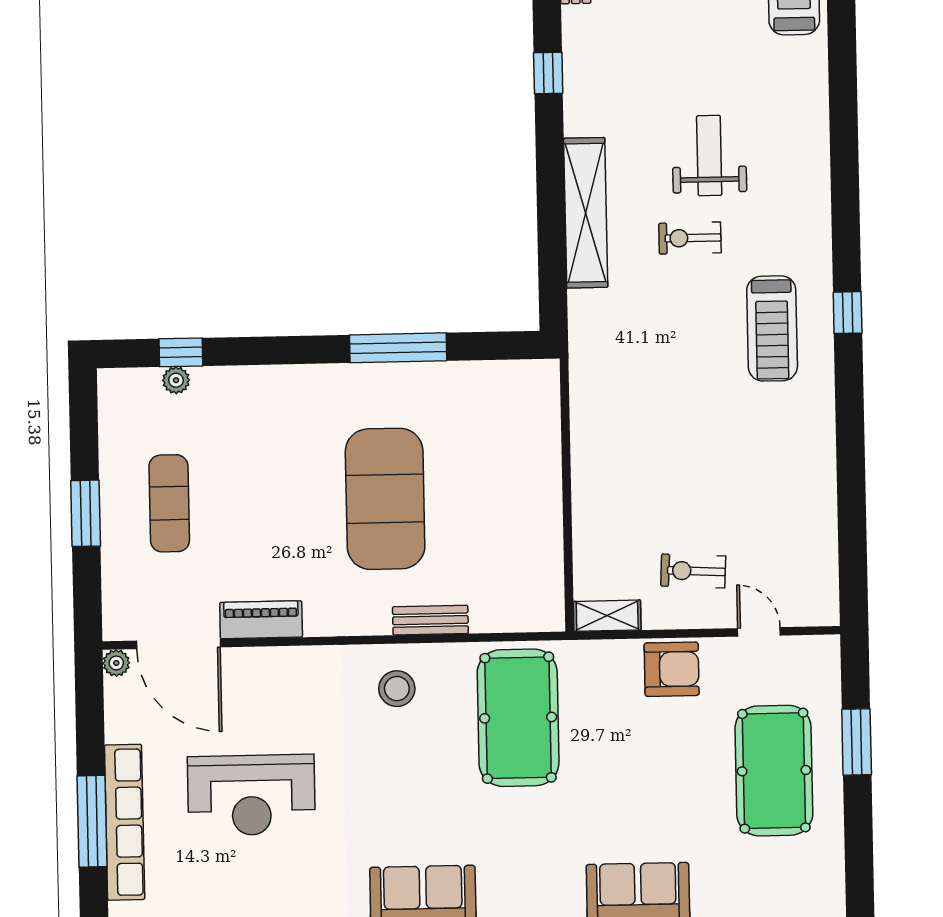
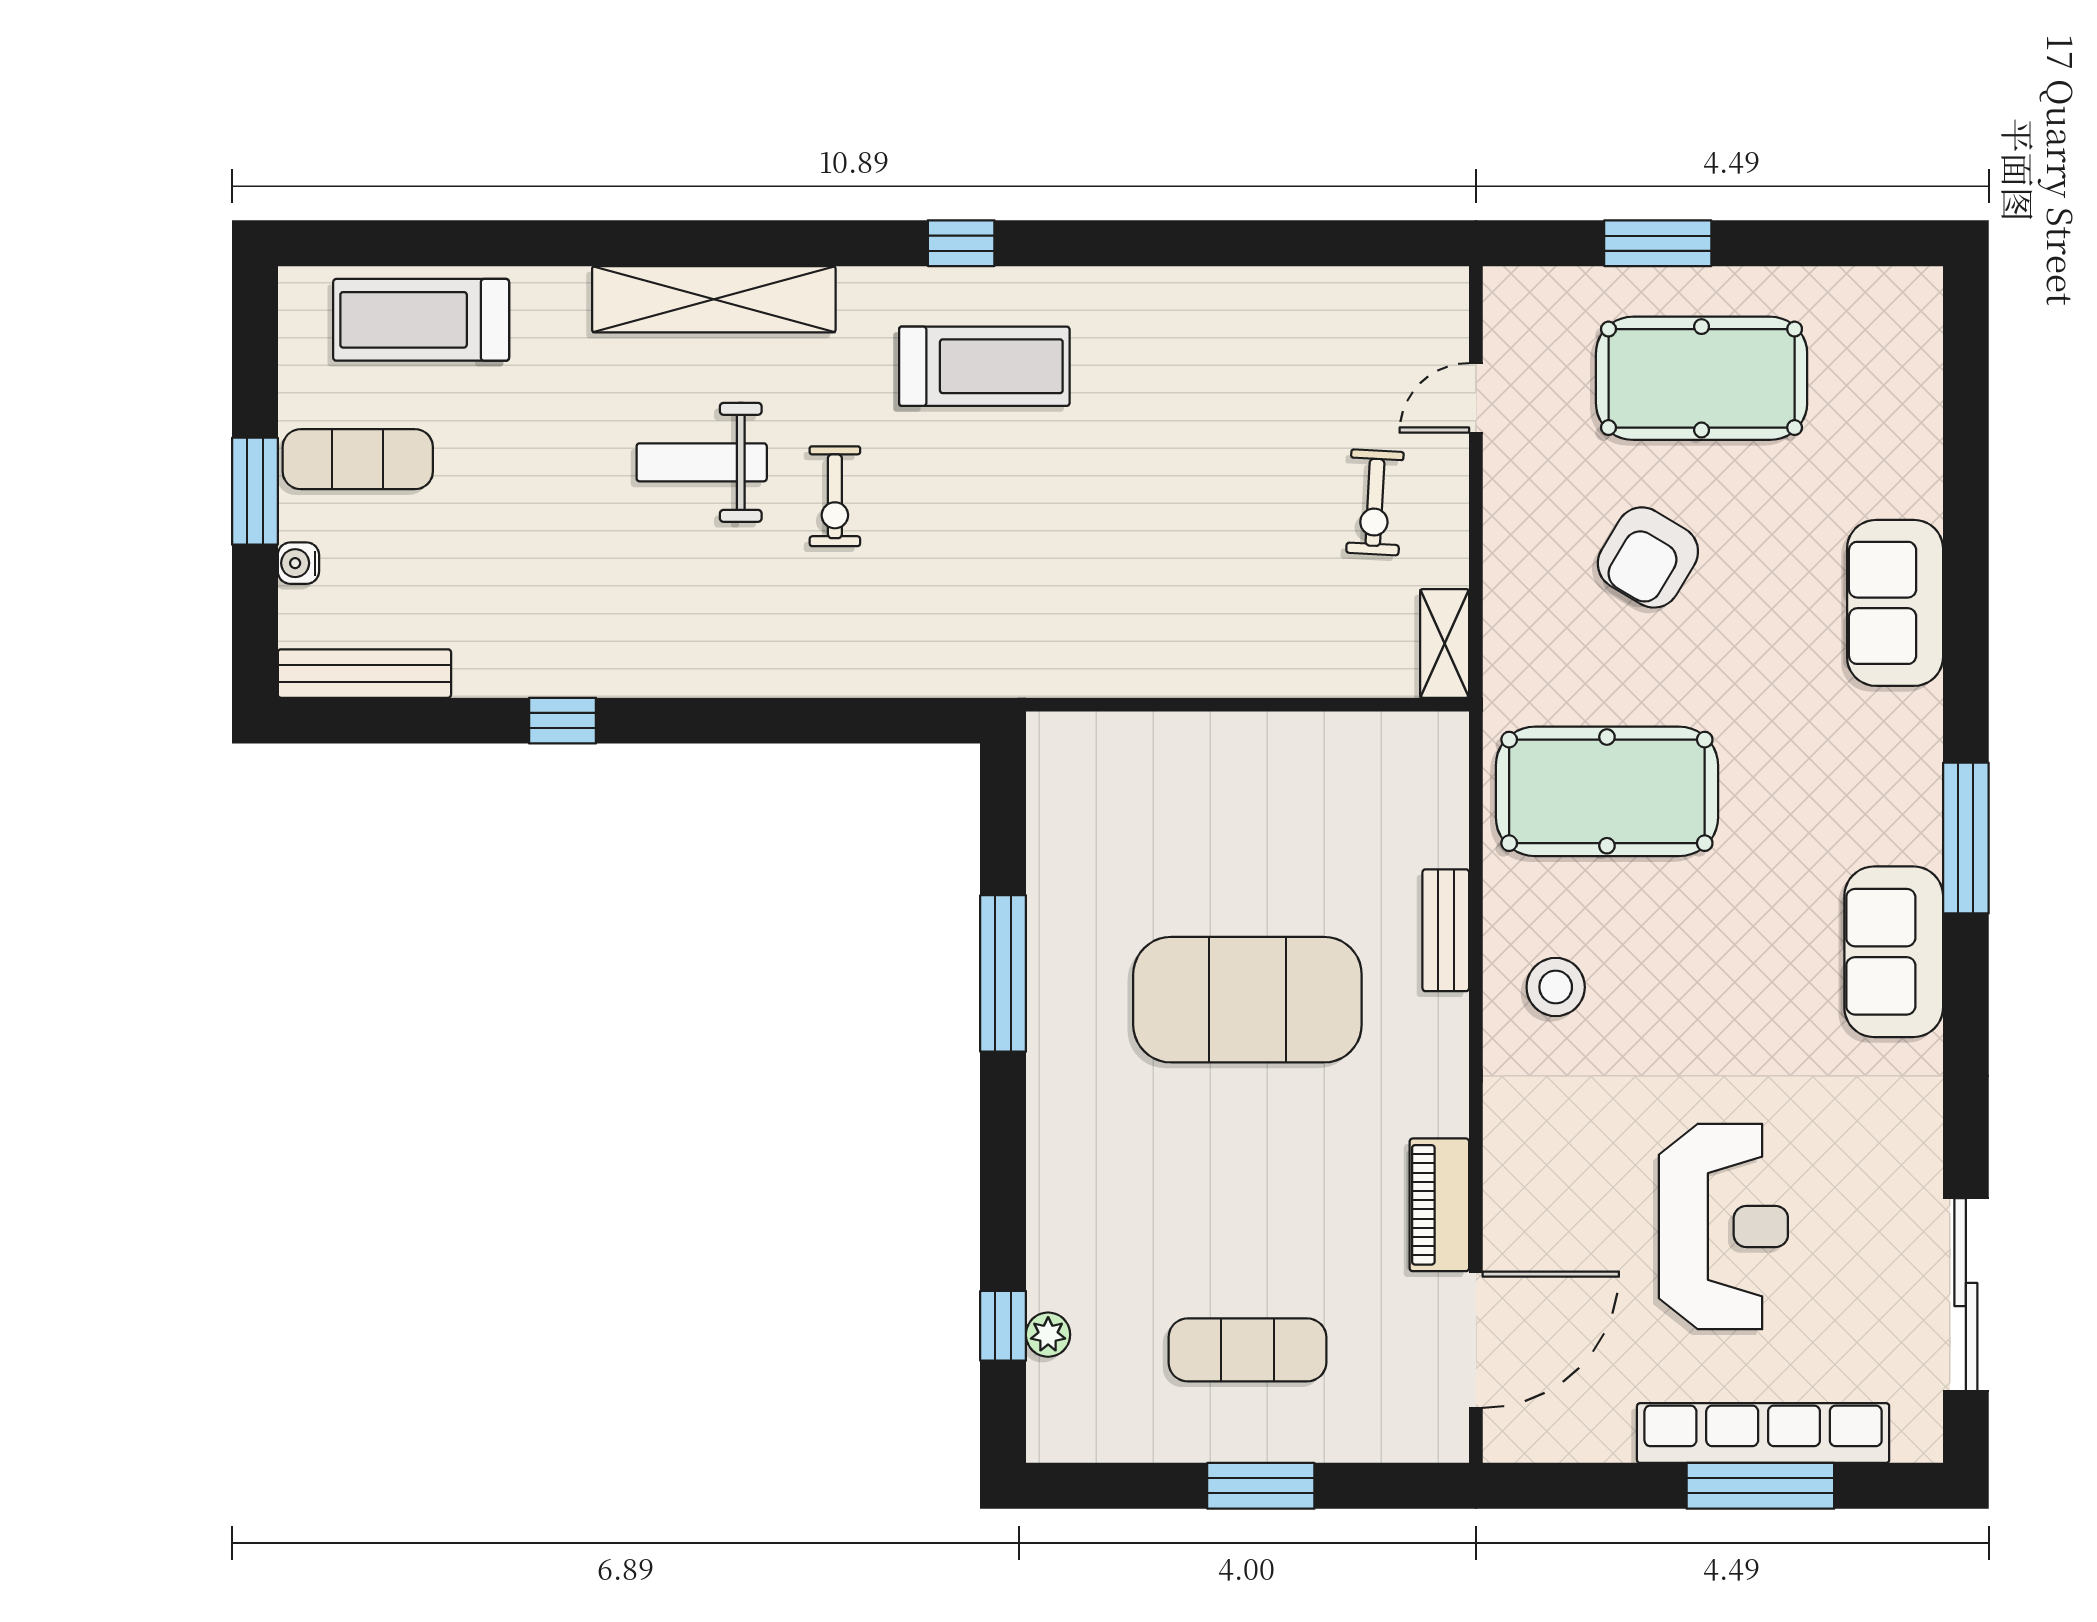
shelving: (586, 213) -> (714, 299), moved
plant: (116, 663) -> (1505, 1441), removed
armchair: (672, 669) -> (1648, 557), moved, turned -149

